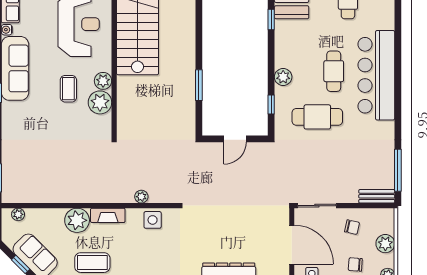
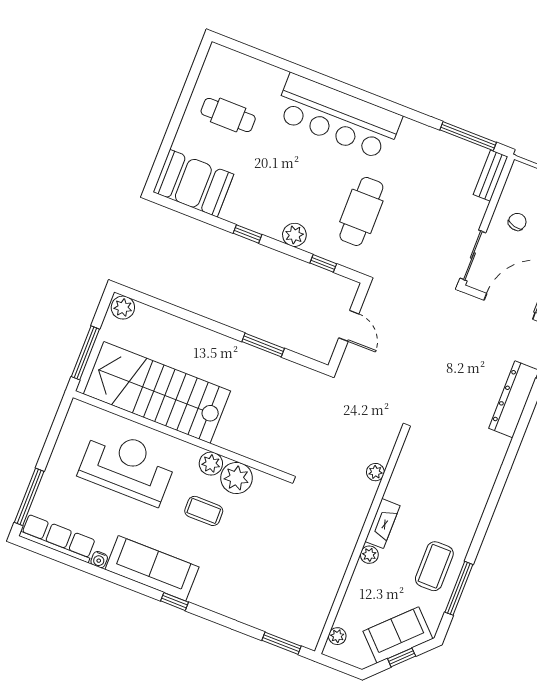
window: (271, 20) -> (247, 234), moved
cafe table: (334, 71) -> (312, 168), removed
plant: (77, 220) -> (369, 555), width x0.53, depth x0.53
side table: (153, 220) -> (410, 469), removed

